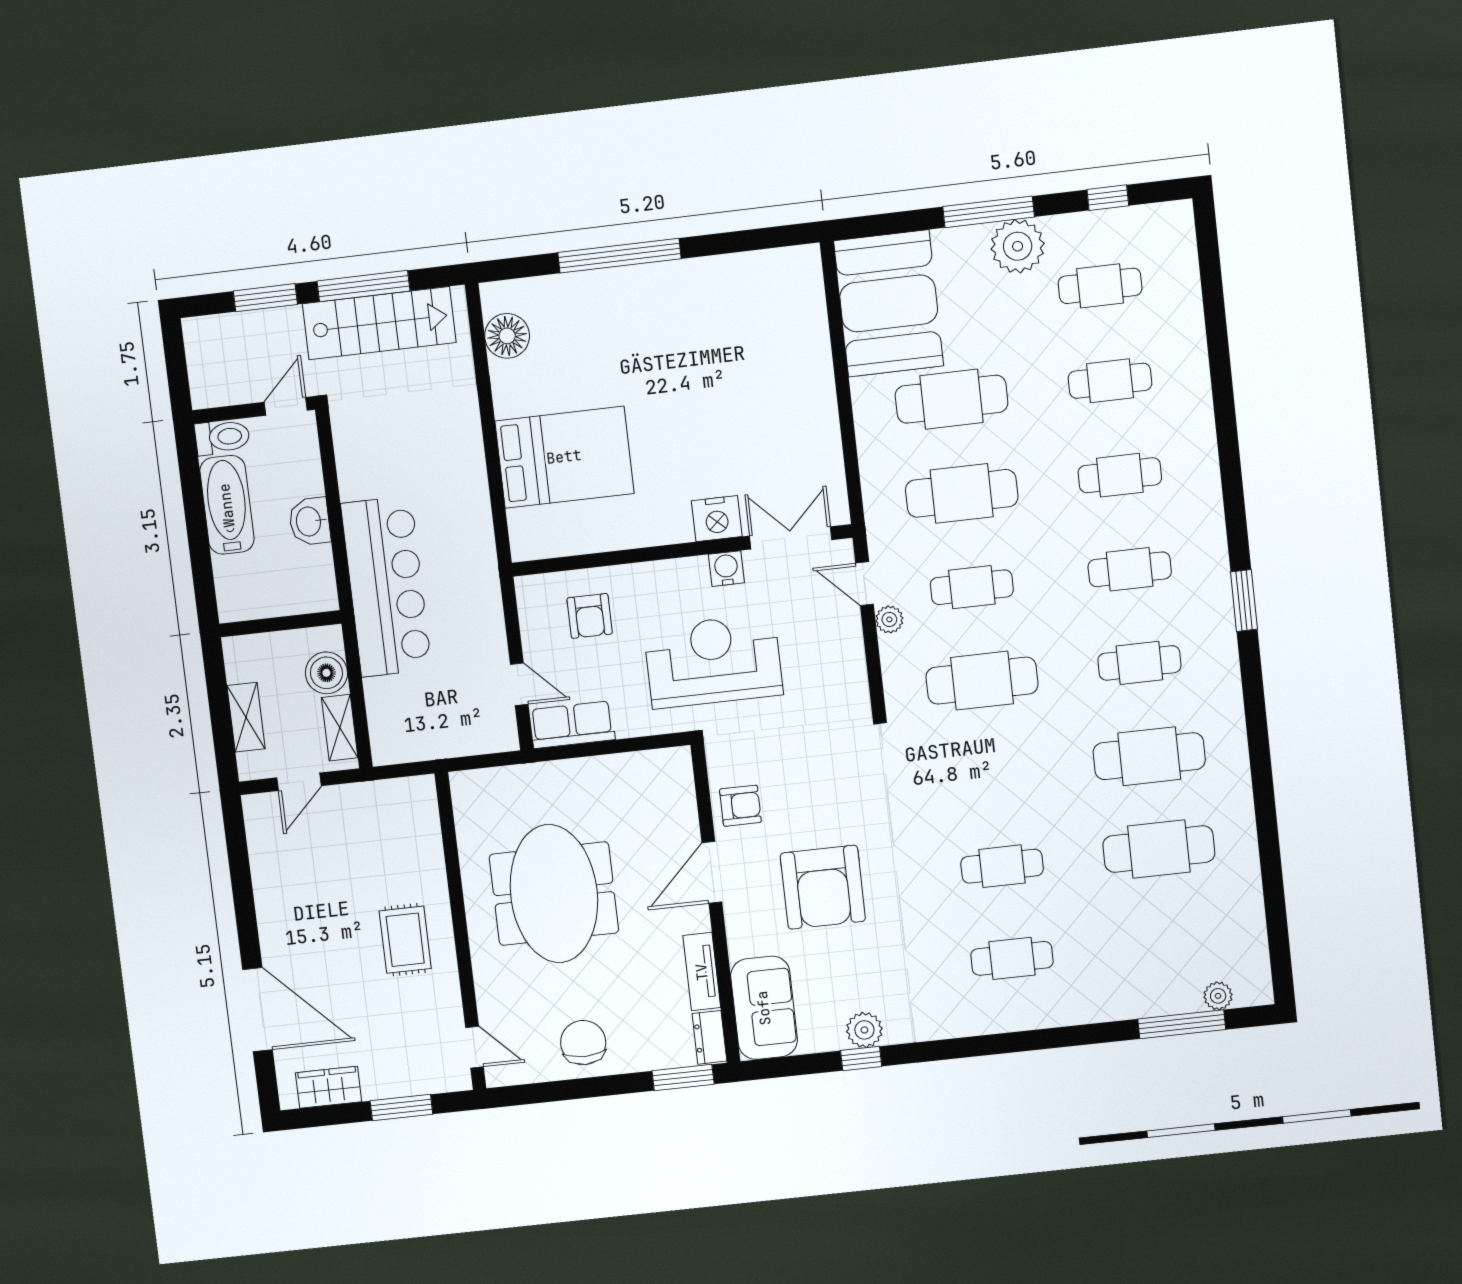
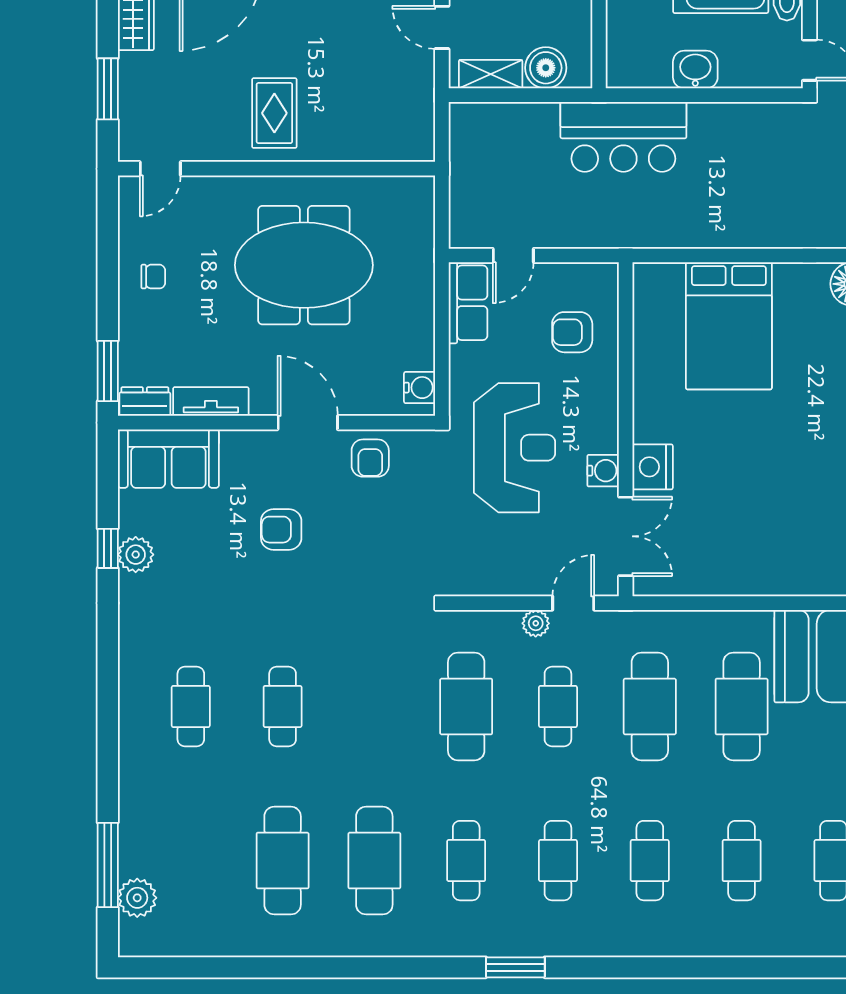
bar counter: (386, 587) -> (623, 137), width x0.73
water cooler: (663, 764) -> (420, 388), added
armchair: (823, 887) -> (281, 530), width x0.53, depth x0.53
rug: (405, 940) -> (274, 113), turned 90
plant: (1218, 996) -> (137, 898), width x1.38, depth x1.38
chair: (583, 1043) -> (153, 277), width x0.54, depth x0.54

